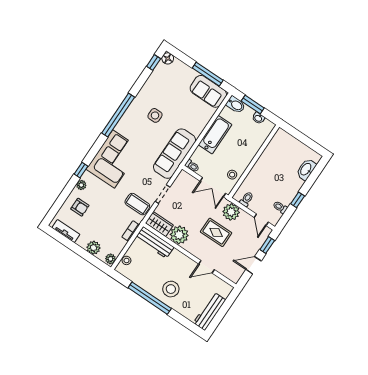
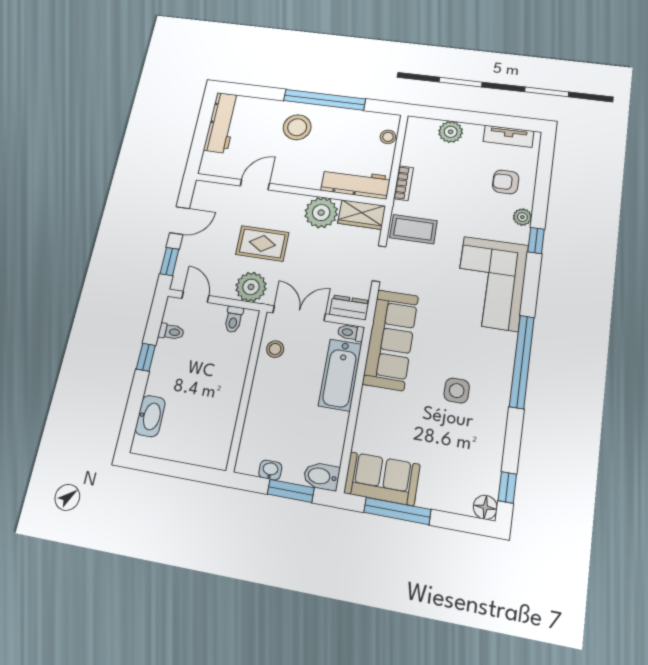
bathtub: (215, 135) -> (340, 375), moved
dresser: (187, 179) -> (349, 308), added
plant: (110, 259) -> (415, 128), removed

